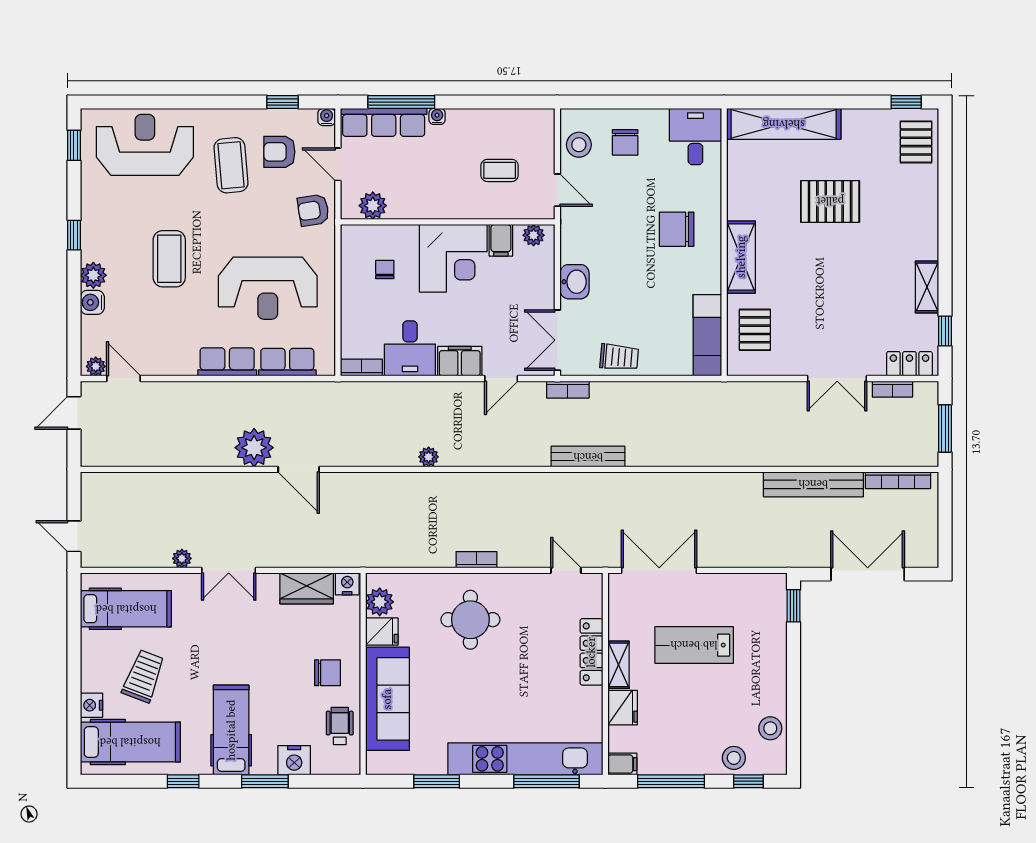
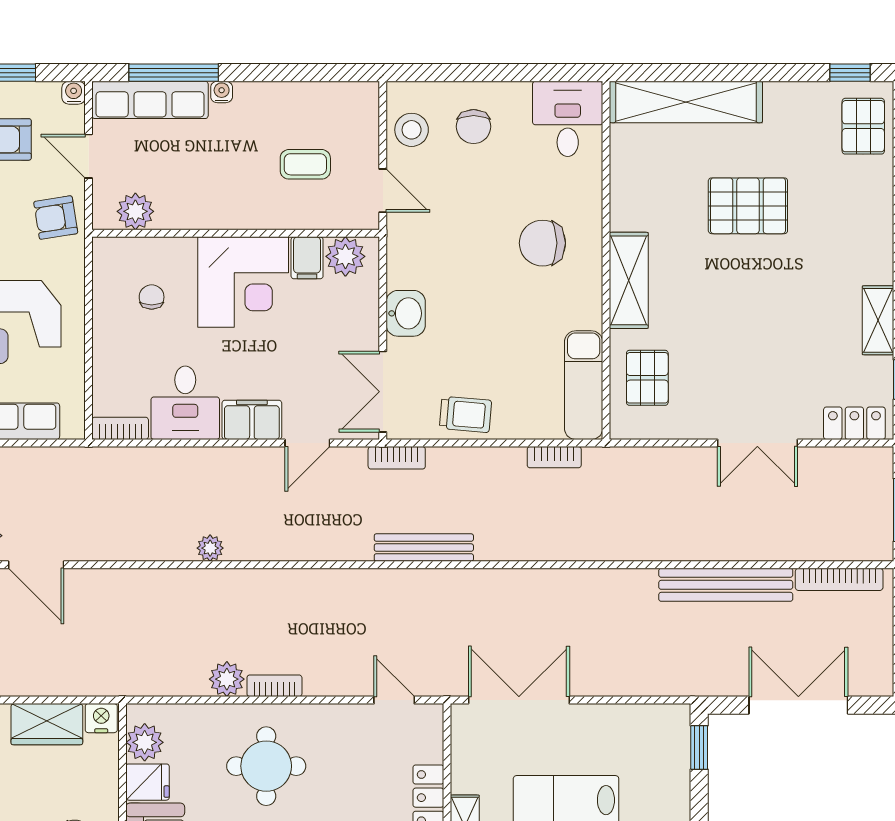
plant: (534, 235) -> (345, 256), width x1.38, depth x1.38
bookcase: (892, 389) -> (554, 457), moved
plant: (441, 555) -> (227, 679), added

